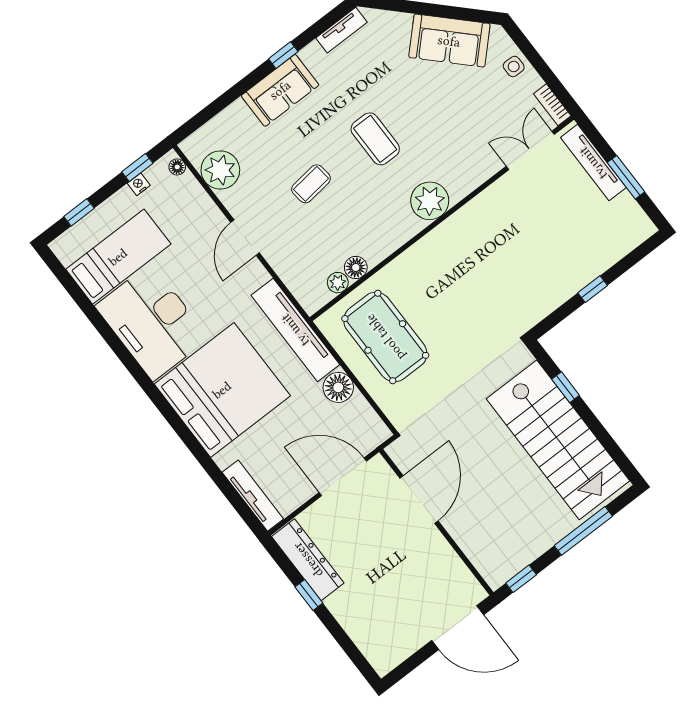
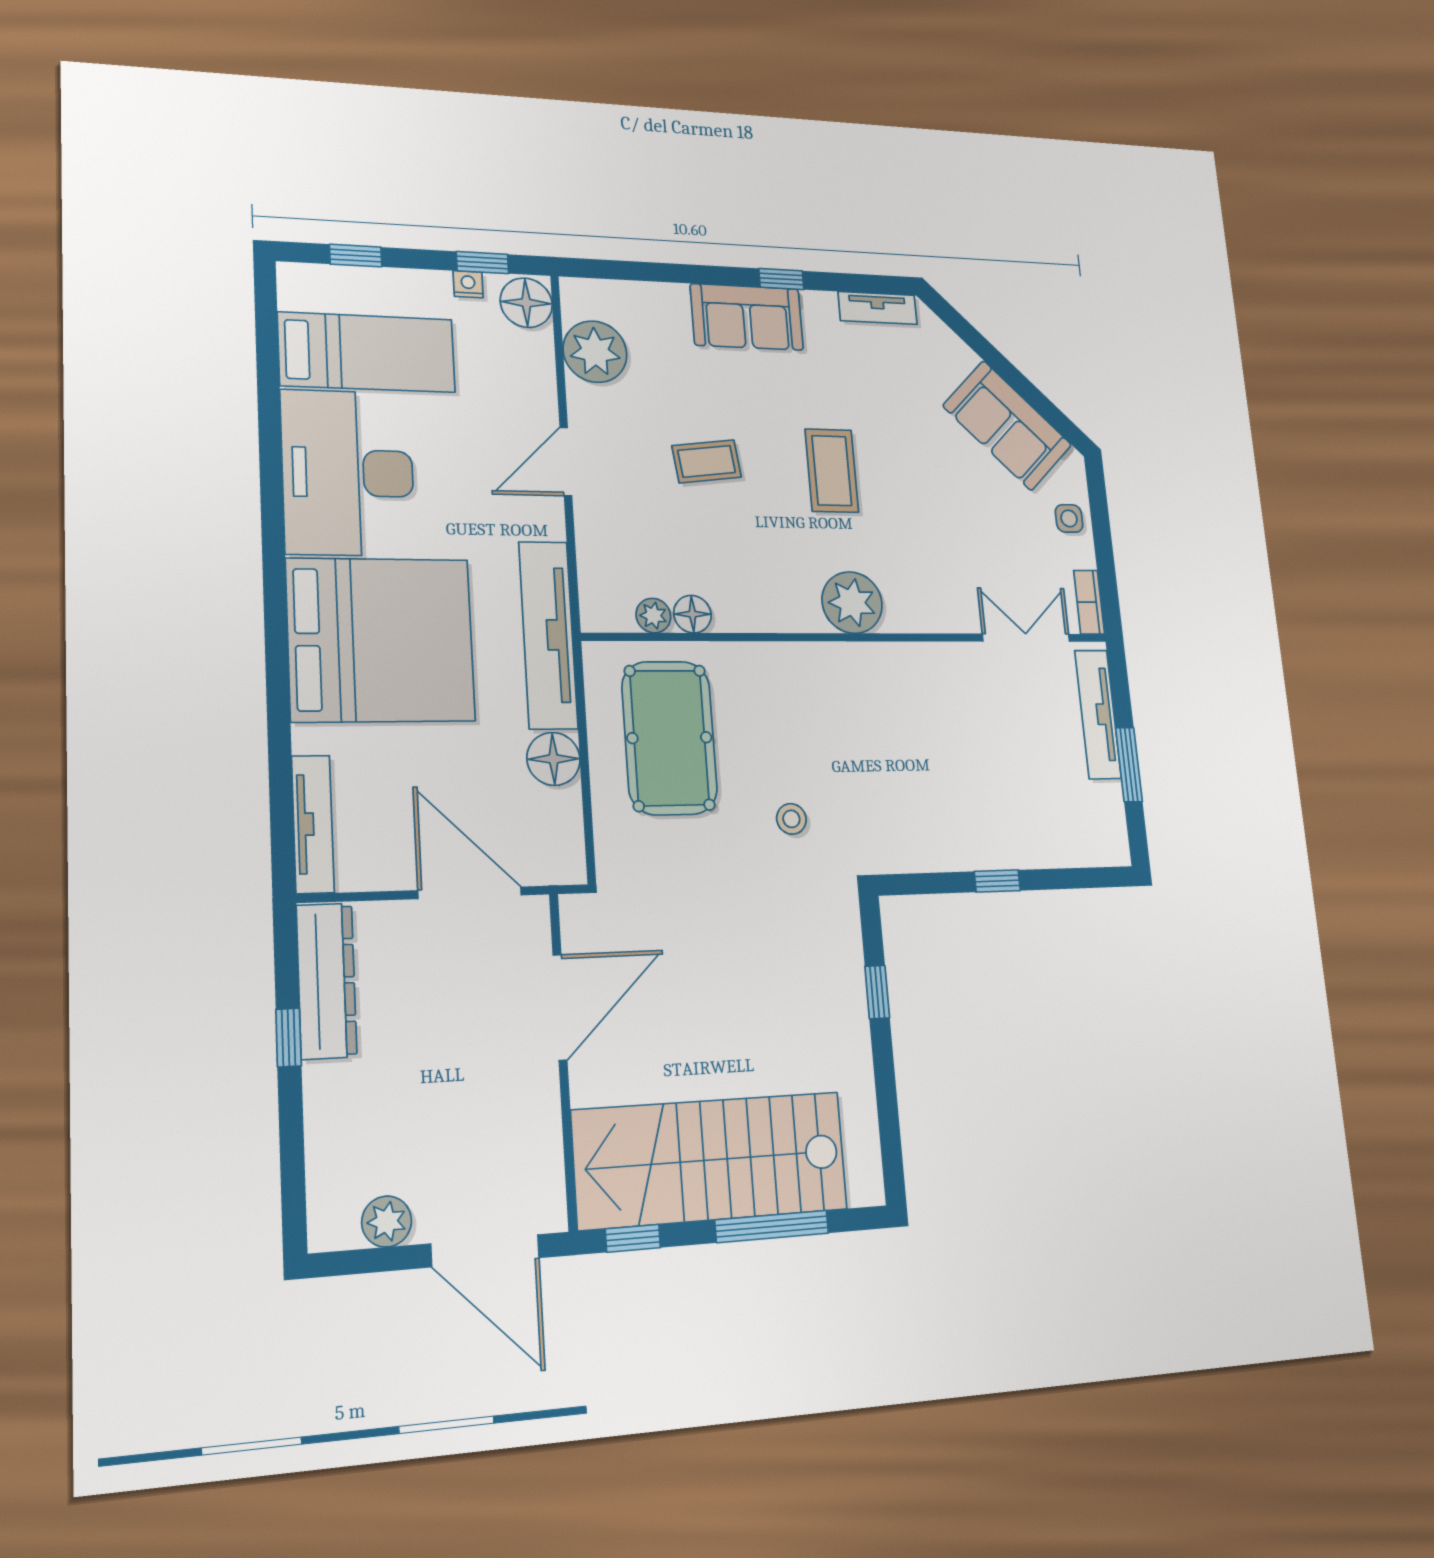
floor lamp: (177, 167) -> (526, 303), width x1.89, depth x1.89
stool: (470, 333) -> (791, 819), added
stairs: (558, 440) -> (711, 1160), moved, turned 90
plant: (406, 644) -> (387, 1221), added

